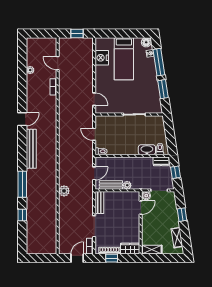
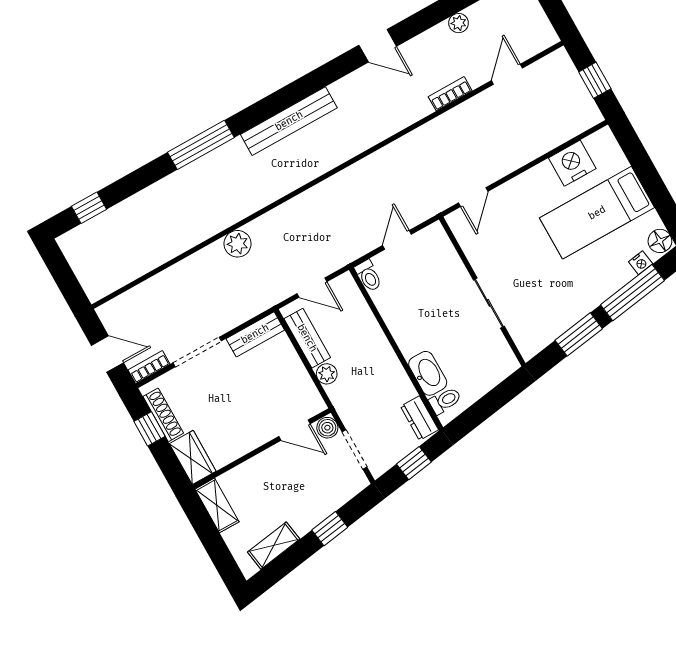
door: (22, 119) -> (378, 46), moved
window: (22, 215) -> (89, 208), moved

